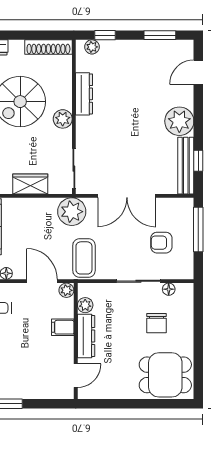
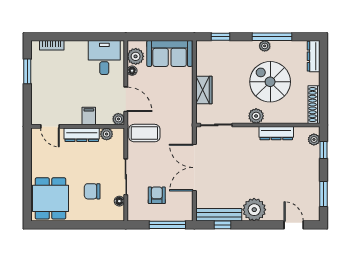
plant: (72, 212) -> (182, 123), removed
door: (42, 281) -> (126, 99), hinge flipped

